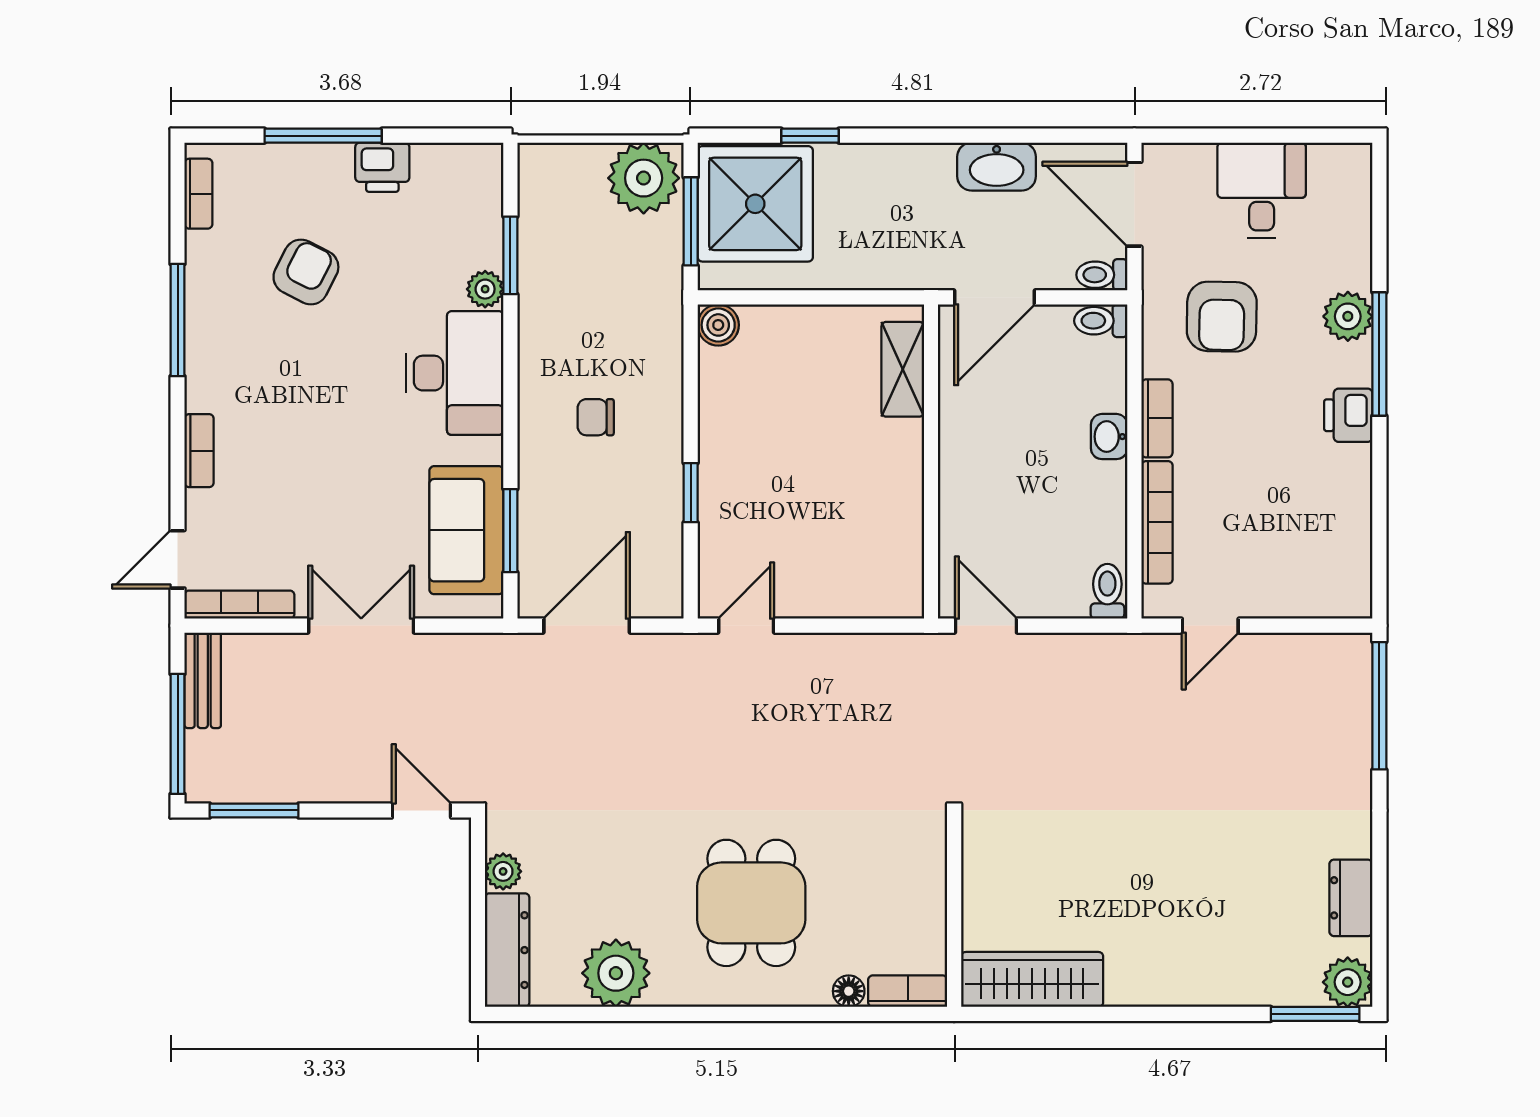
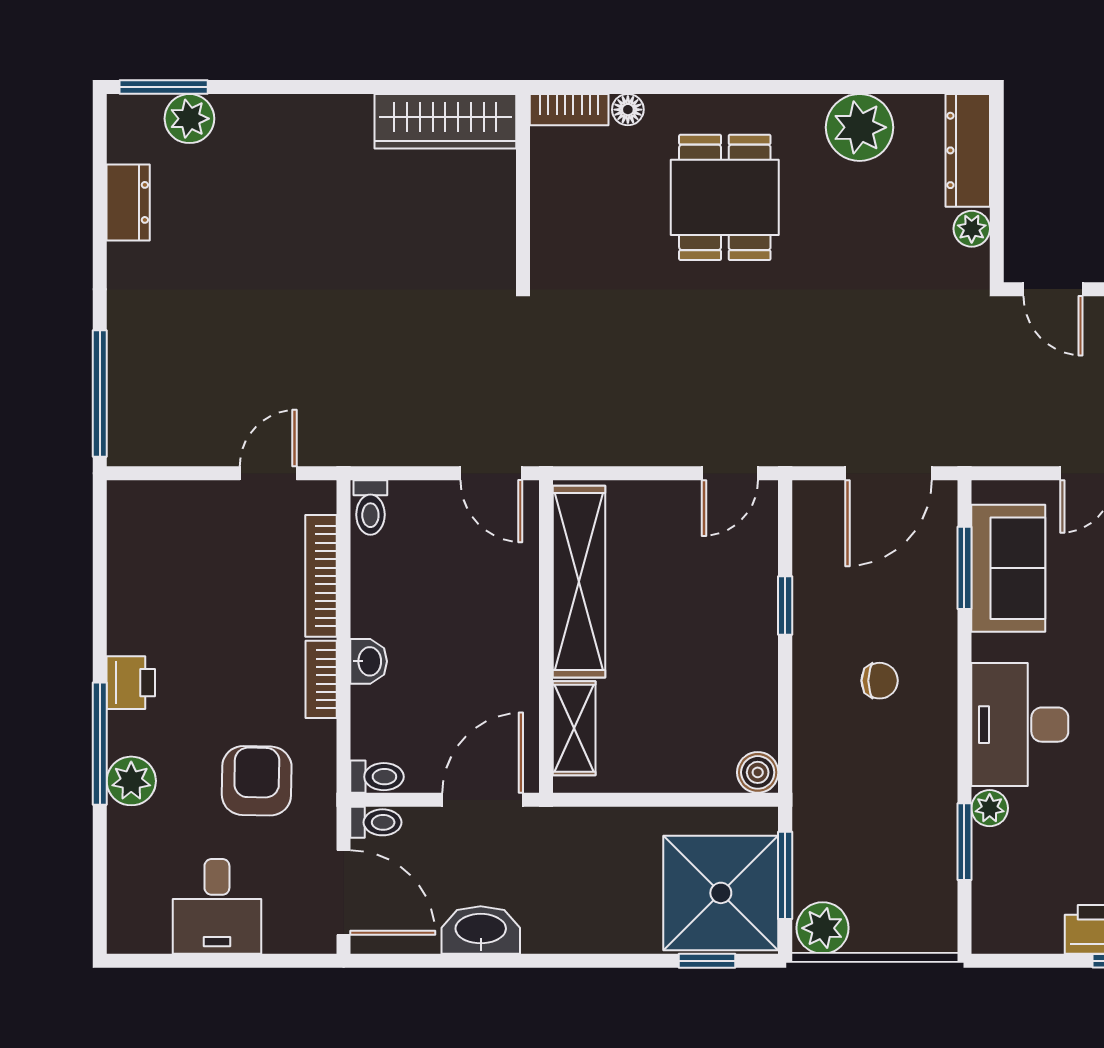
window: (810, 136) -> (707, 961), moved
plant: (644, 178) -> (823, 928), width x0.73, depth x0.73
shelving: (898, 517) -> (579, 582), added
plant: (1348, 982) -> (189, 119), moved

